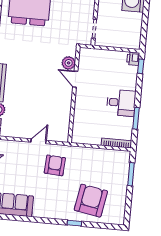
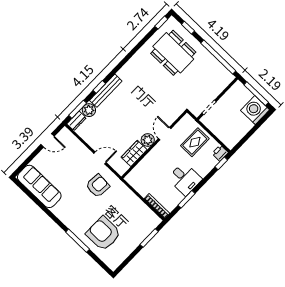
plant: (69, 63) -> (148, 140), moved
rug: (105, 66) -> (195, 142), added
wardrobe: (63, 115) -> (134, 153), added
armchair: (91, 201) -> (103, 234), turned -100
window: (74, 223) -> (78, 241), width x2.17

